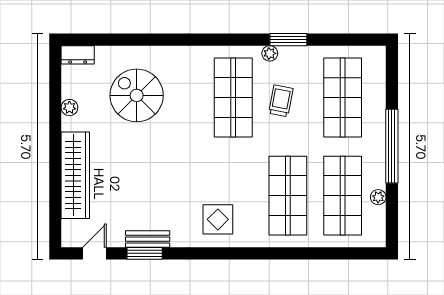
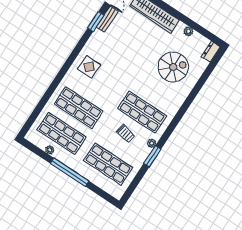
bench: (148, 239) -> (107, 19), moved

